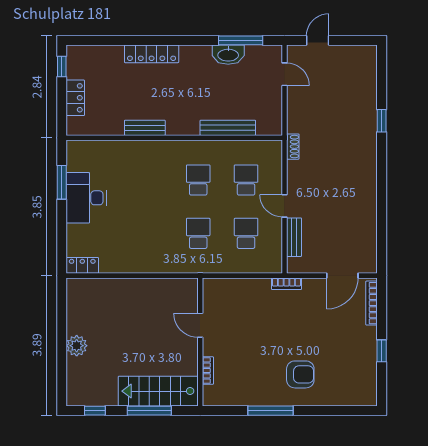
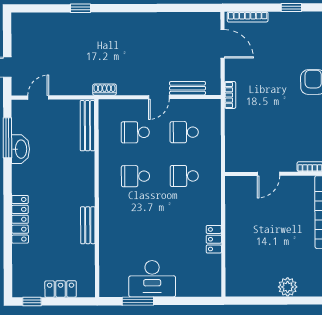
bench: (228, 128) -> (87, 126), moved
locker: (82, 265) -> (214, 239), moved

